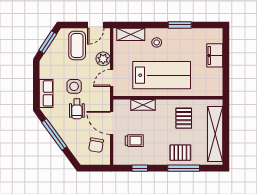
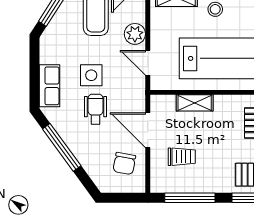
door: (112, 78) -> (148, 63), hinge flipped
wheelchair: (77, 109) -> (95, 109), turned 180
window: (140, 168) -> (190, 198), width x2.17

